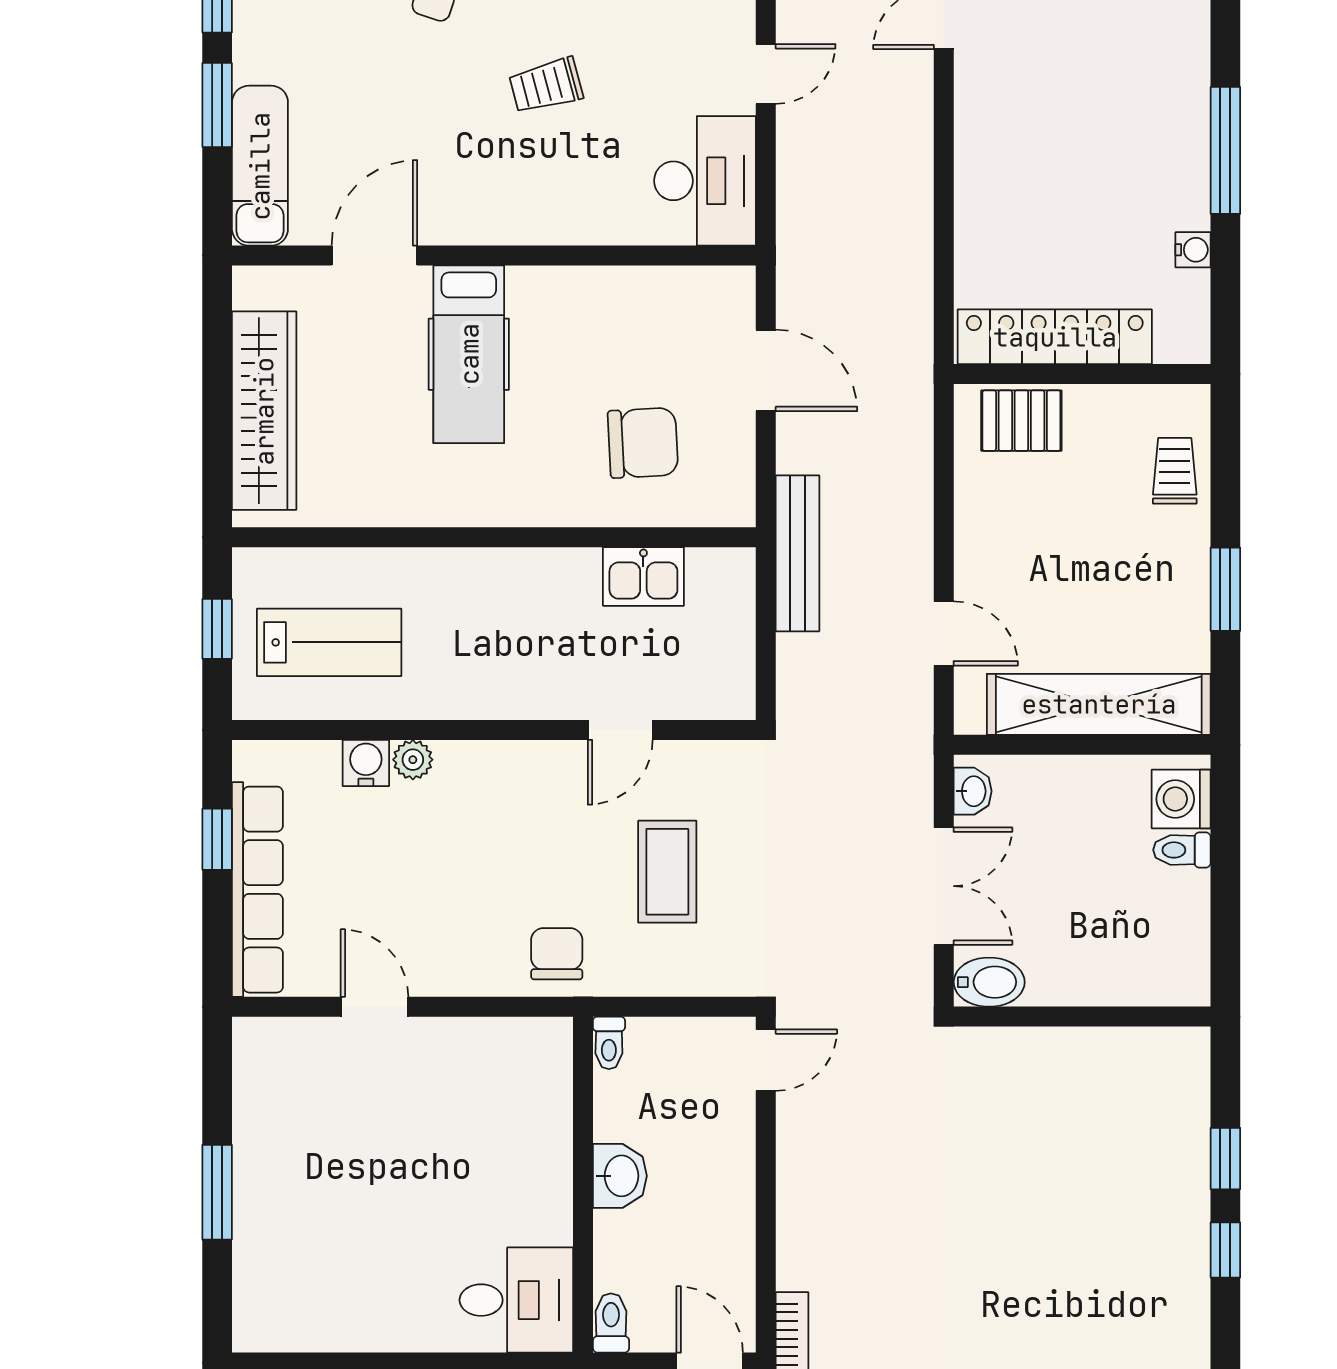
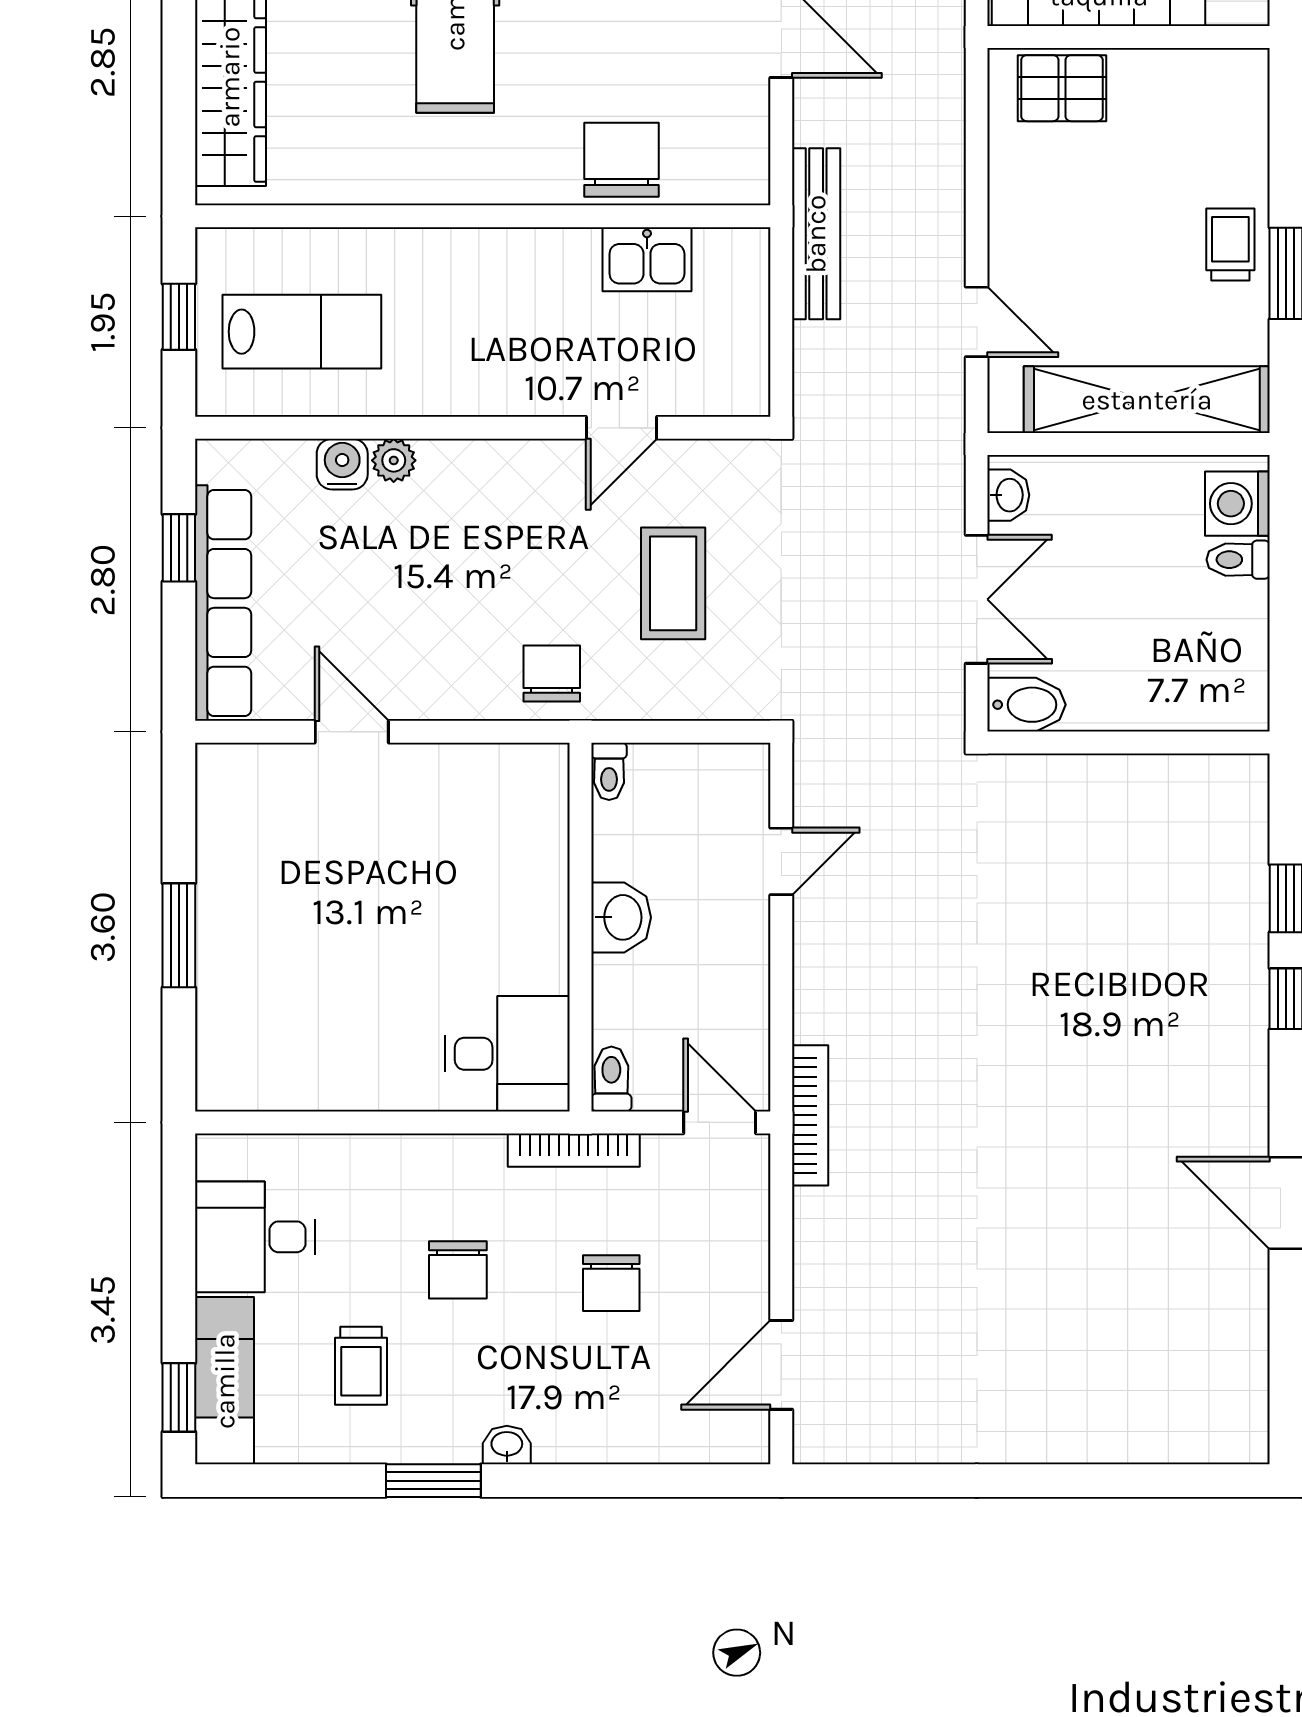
chair: (643, 443) -> (622, 160), moved, turned -87
trolley: (1175, 471) -> (1230, 244), moved
door: (766, 1060) -> (781, 861), moved

